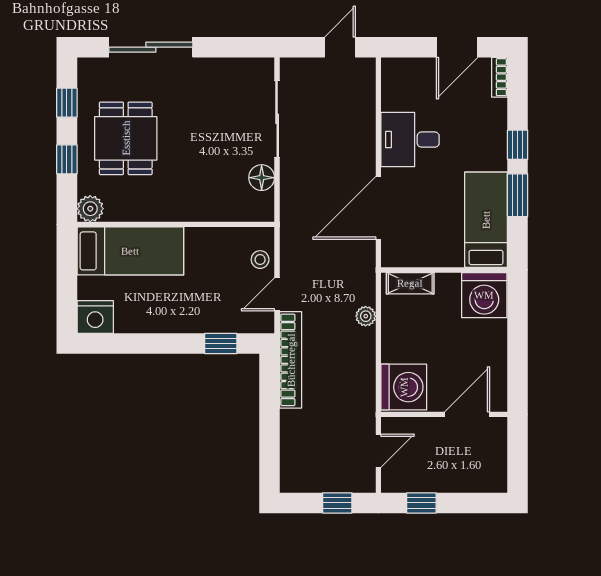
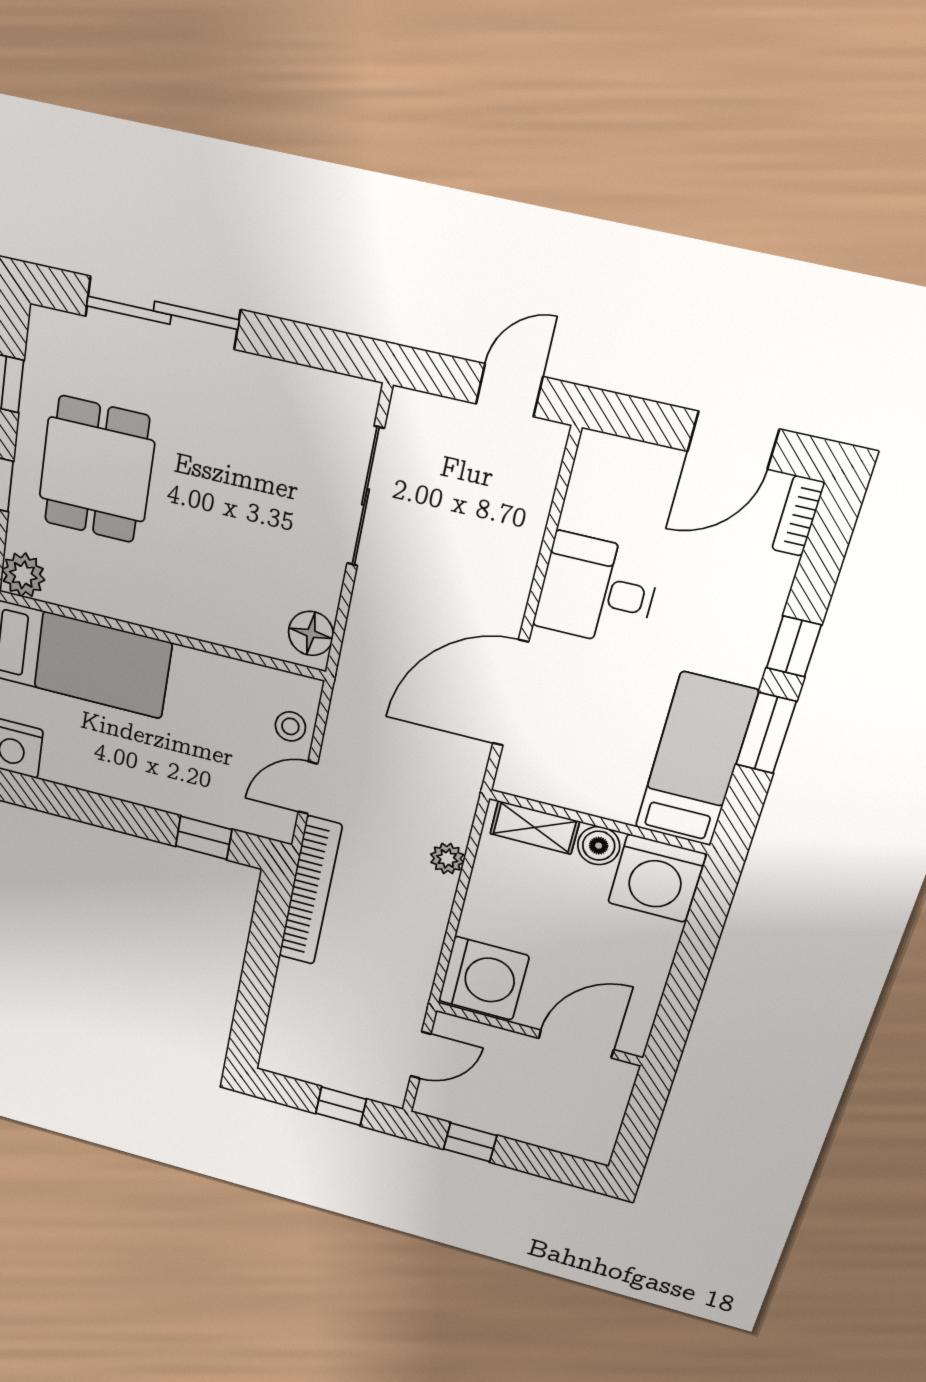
floor lamp: (262, 178) -> (311, 633), moved
boiler: (448, 284) -> (599, 846), added

